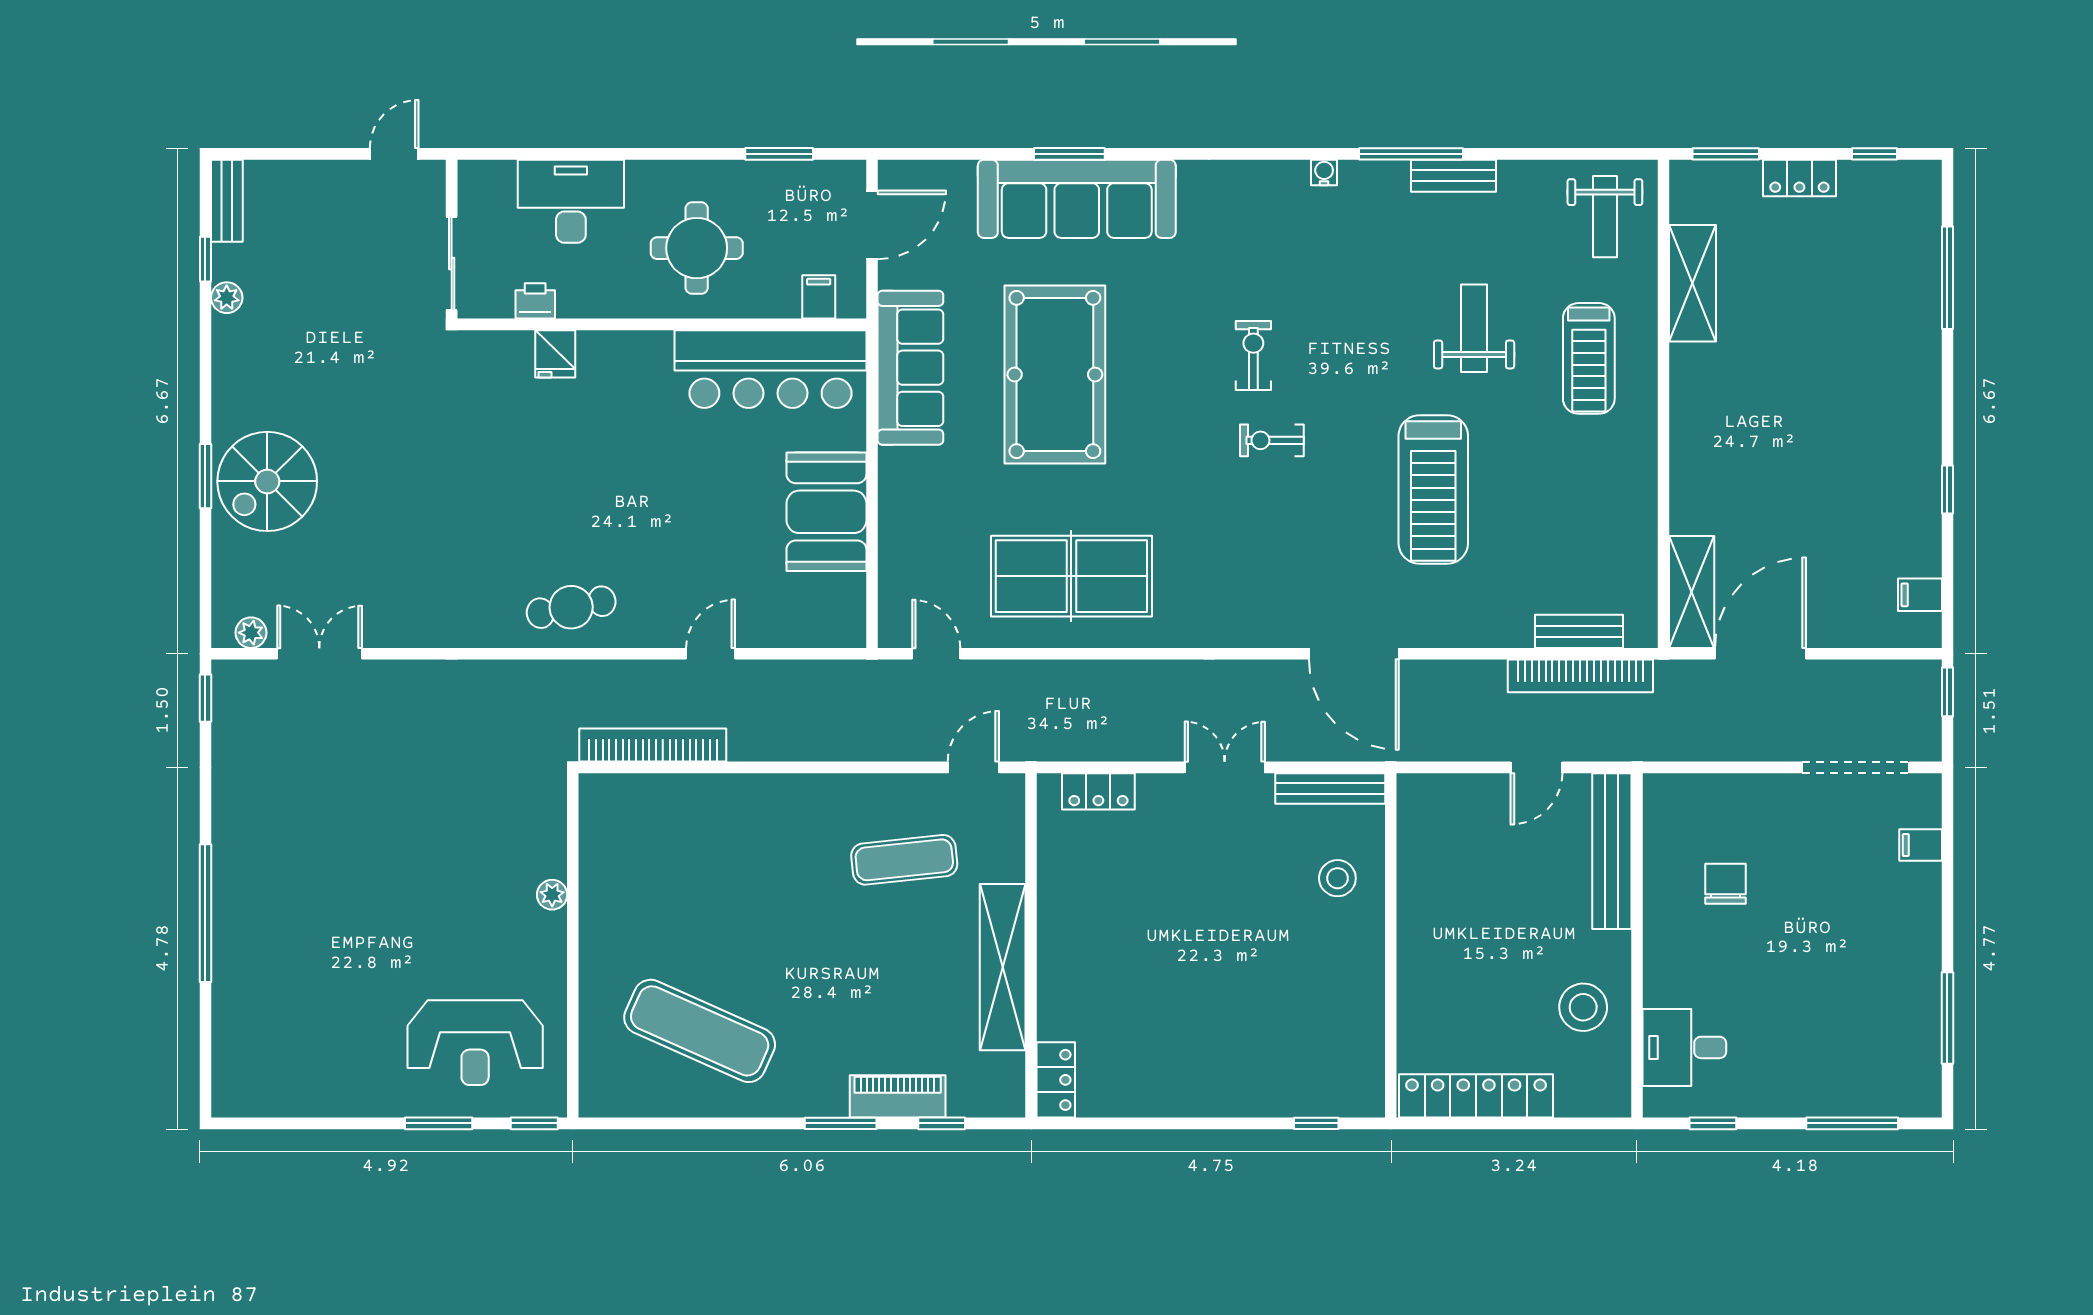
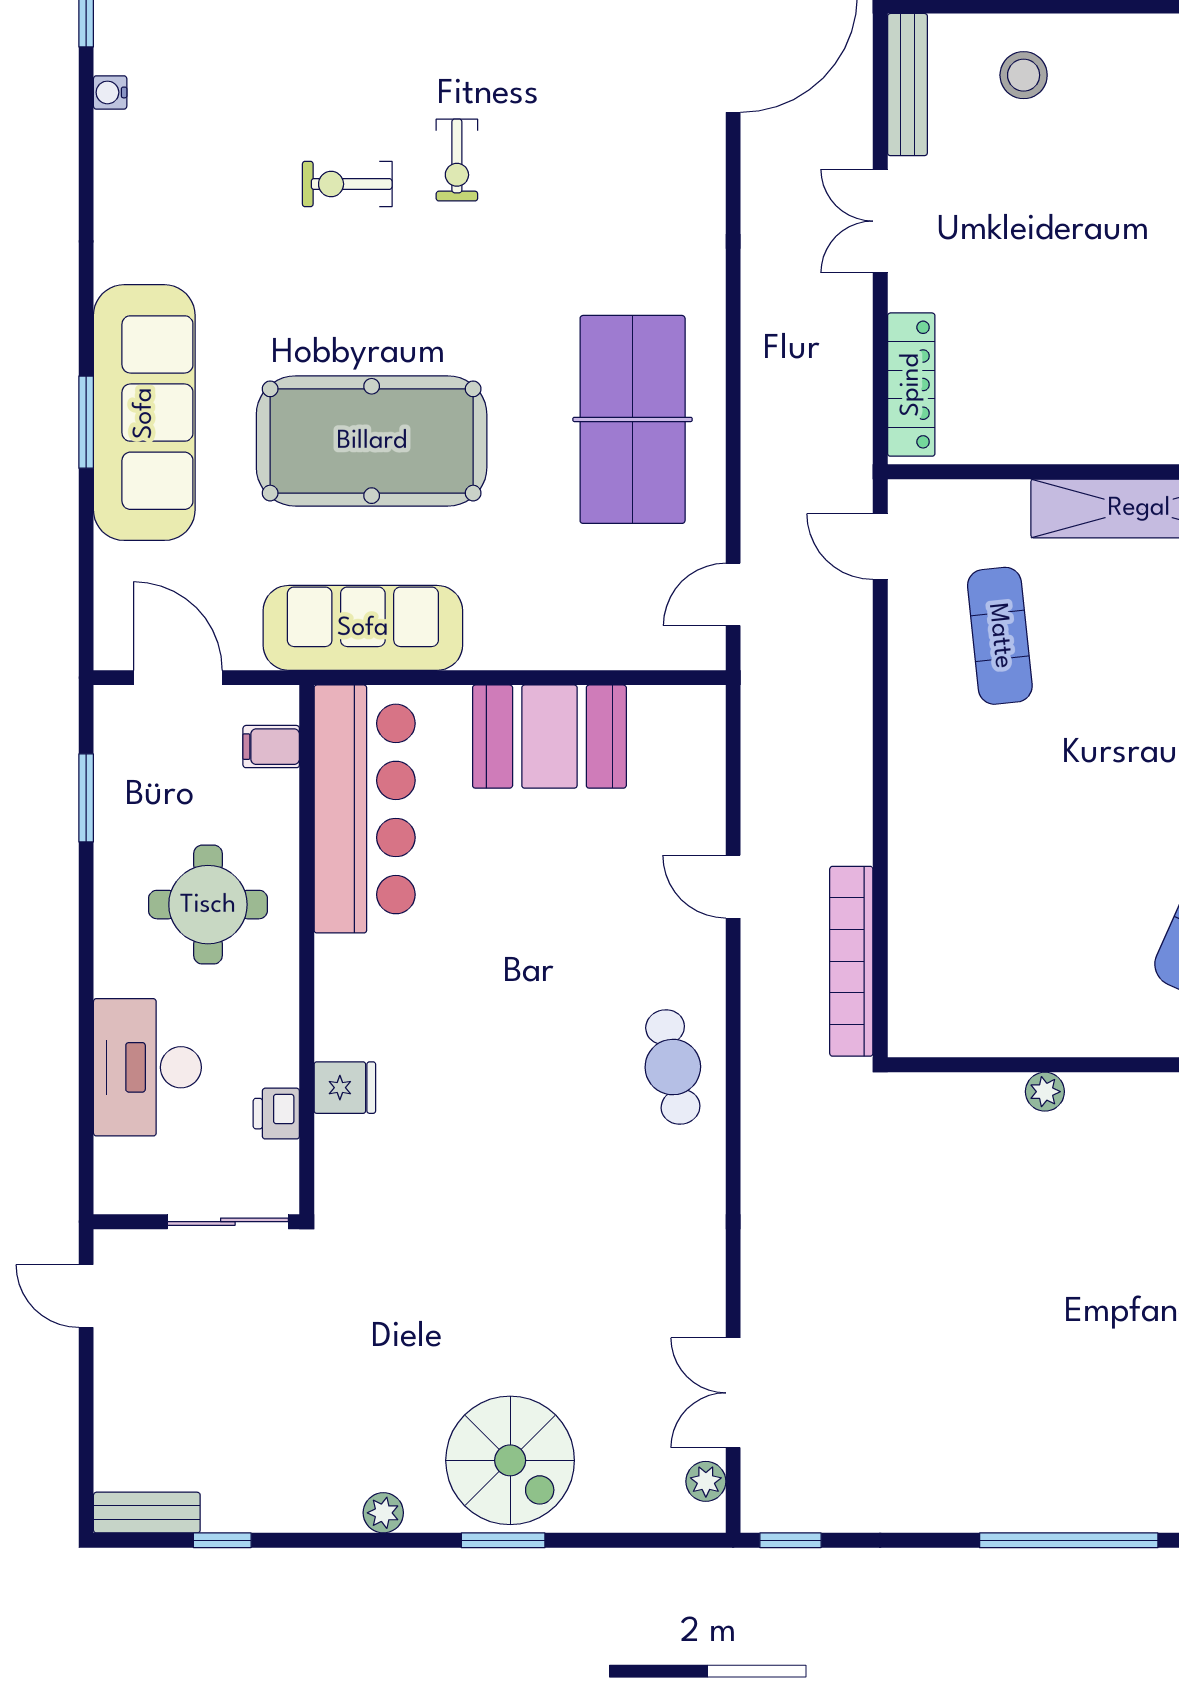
plant: (227, 298) -> (383, 1513), moved
locker: (1098, 791) -> (911, 385), width x1.53

